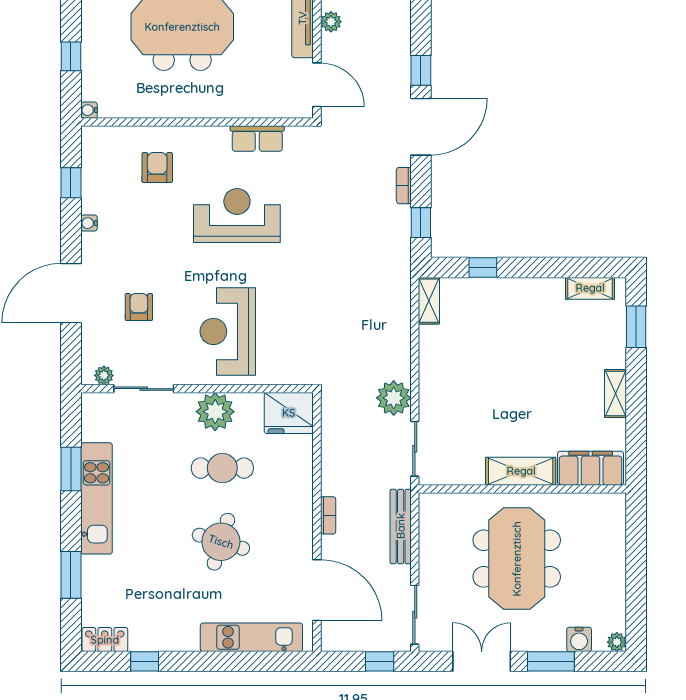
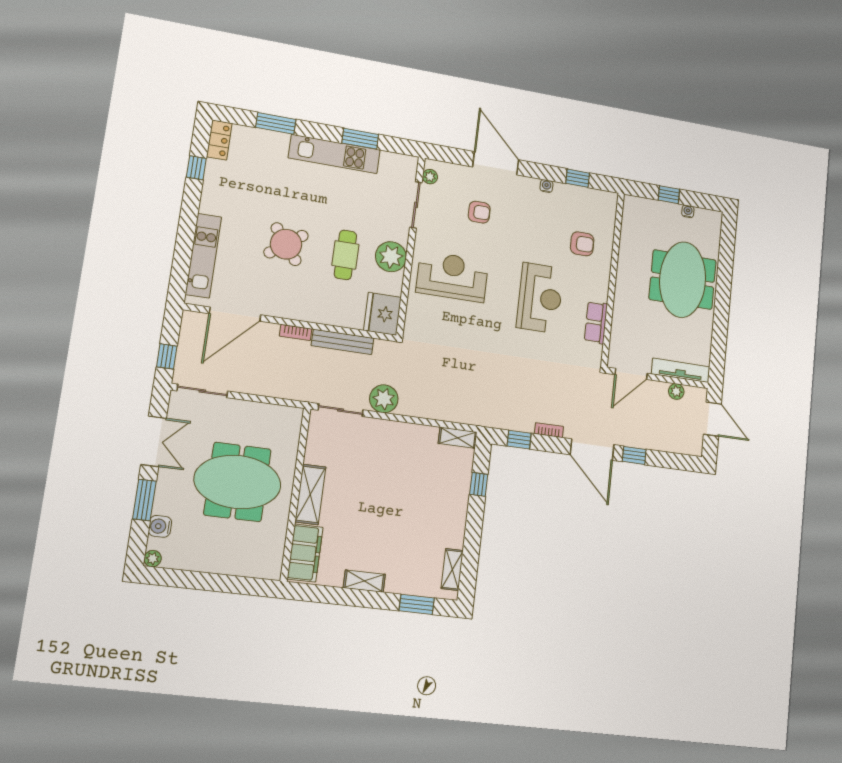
water cooler: (89, 110) -> (688, 211), moved
bench: (401, 526) -> (343, 342), moved
round table: (221, 542) -> (286, 244), turned 36

